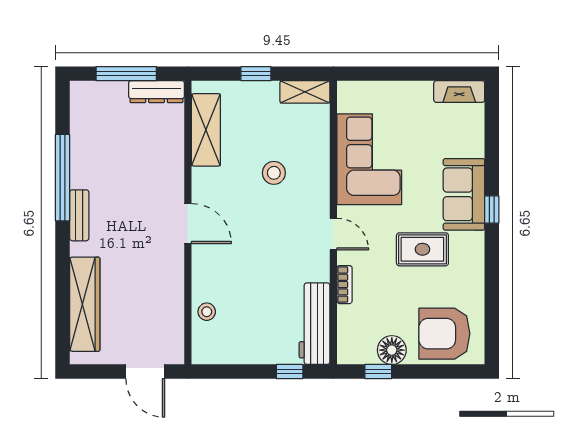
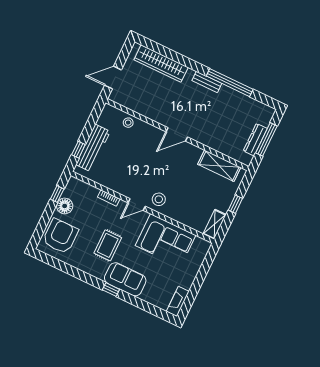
dresser: (157, 92) -> (255, 140), moved
stool: (274, 173) -> (159, 199), moved
workbench: (315, 324) -> (93, 148), moved, turned 90

